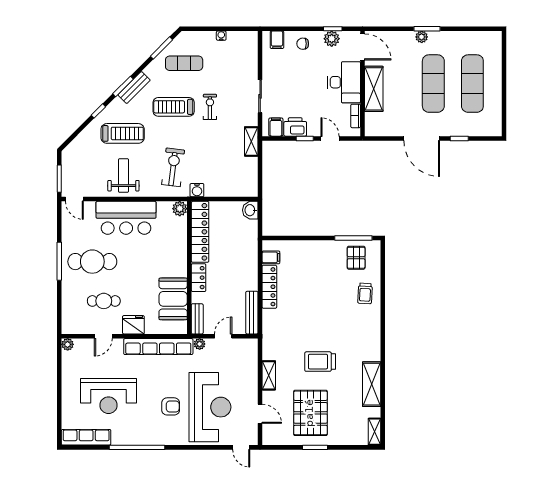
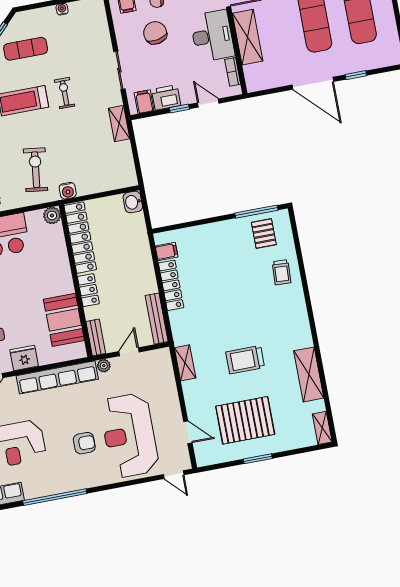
chair: (296, 71) -> (155, 33), added
shelving: (269, 375) -> (185, 363), moved
reception desk: (210, 407) -> (129, 435), turned 180
pallet: (310, 413) -> (245, 420), turned 90

